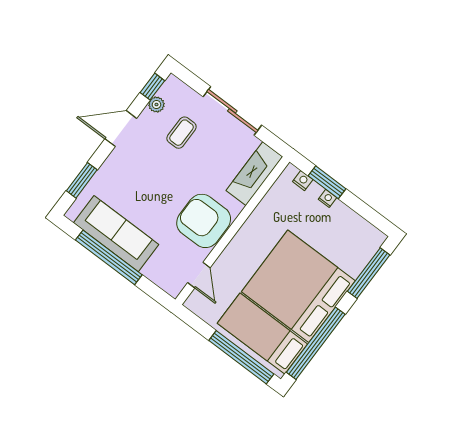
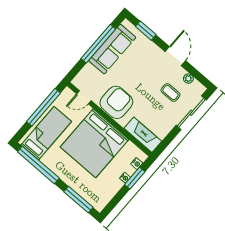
window: (152, 87) -> (199, 77), removed
sliding door: (232, 111) -> (191, 113), moved
bed: (298, 286) -> (95, 143), moved, turned 180
window: (241, 357) -> (43, 107), moved

